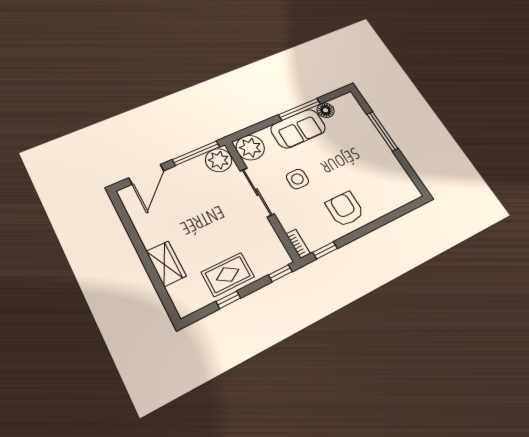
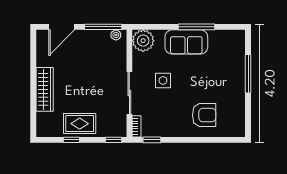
floor lamp: (326, 110) -> (216, 37), removed
plant: (219, 160) -> (116, 35), width x0.53, depth x0.53
sliding door: (257, 192) -> (129, 93), moved
armchair: (345, 209) -> (204, 115), moved, turned 90
wardrobe: (166, 264) -> (45, 89), width x1.50

